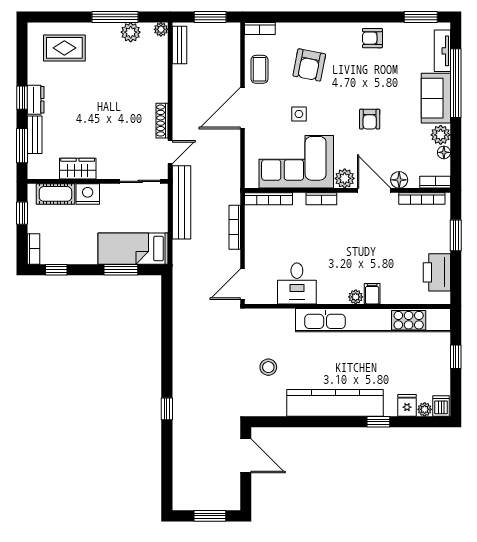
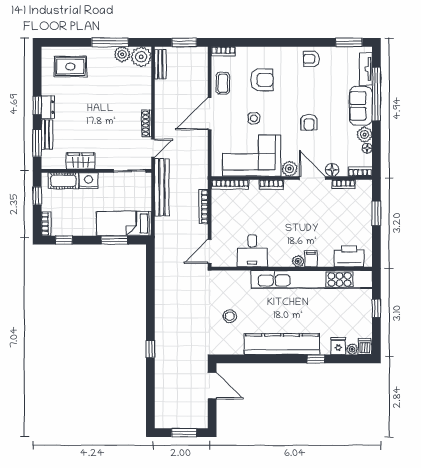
plant: (161, 29) -> (141, 57), width x1.88, depth x1.88
armchair: (309, 65) -> (262, 80), turned -101
bookcase: (422, 198) -> (343, 184), width x0.64
printer: (437, 272) -> (349, 256), moved, turned 90

